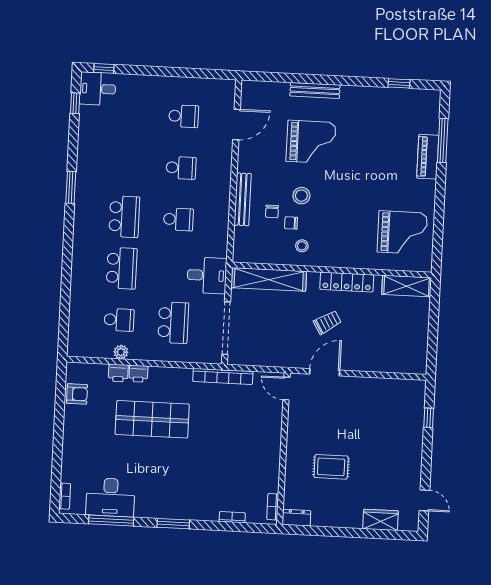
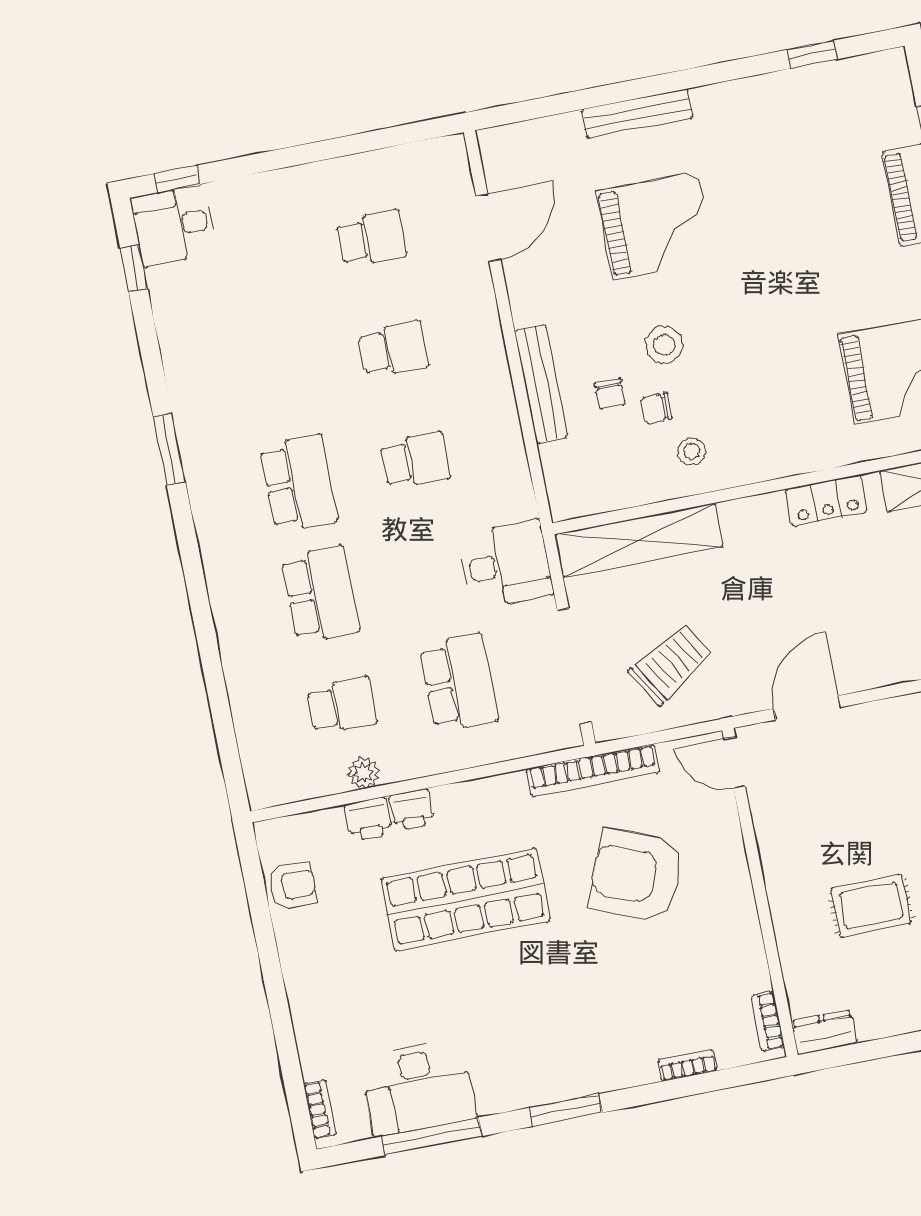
locker: (347, 282) -> (826, 500), width x0.66
trolley: (327, 322) -> (671, 664), moved, width x1.36, depth x1.39
armchair: (230, 427) -> (636, 875), added

